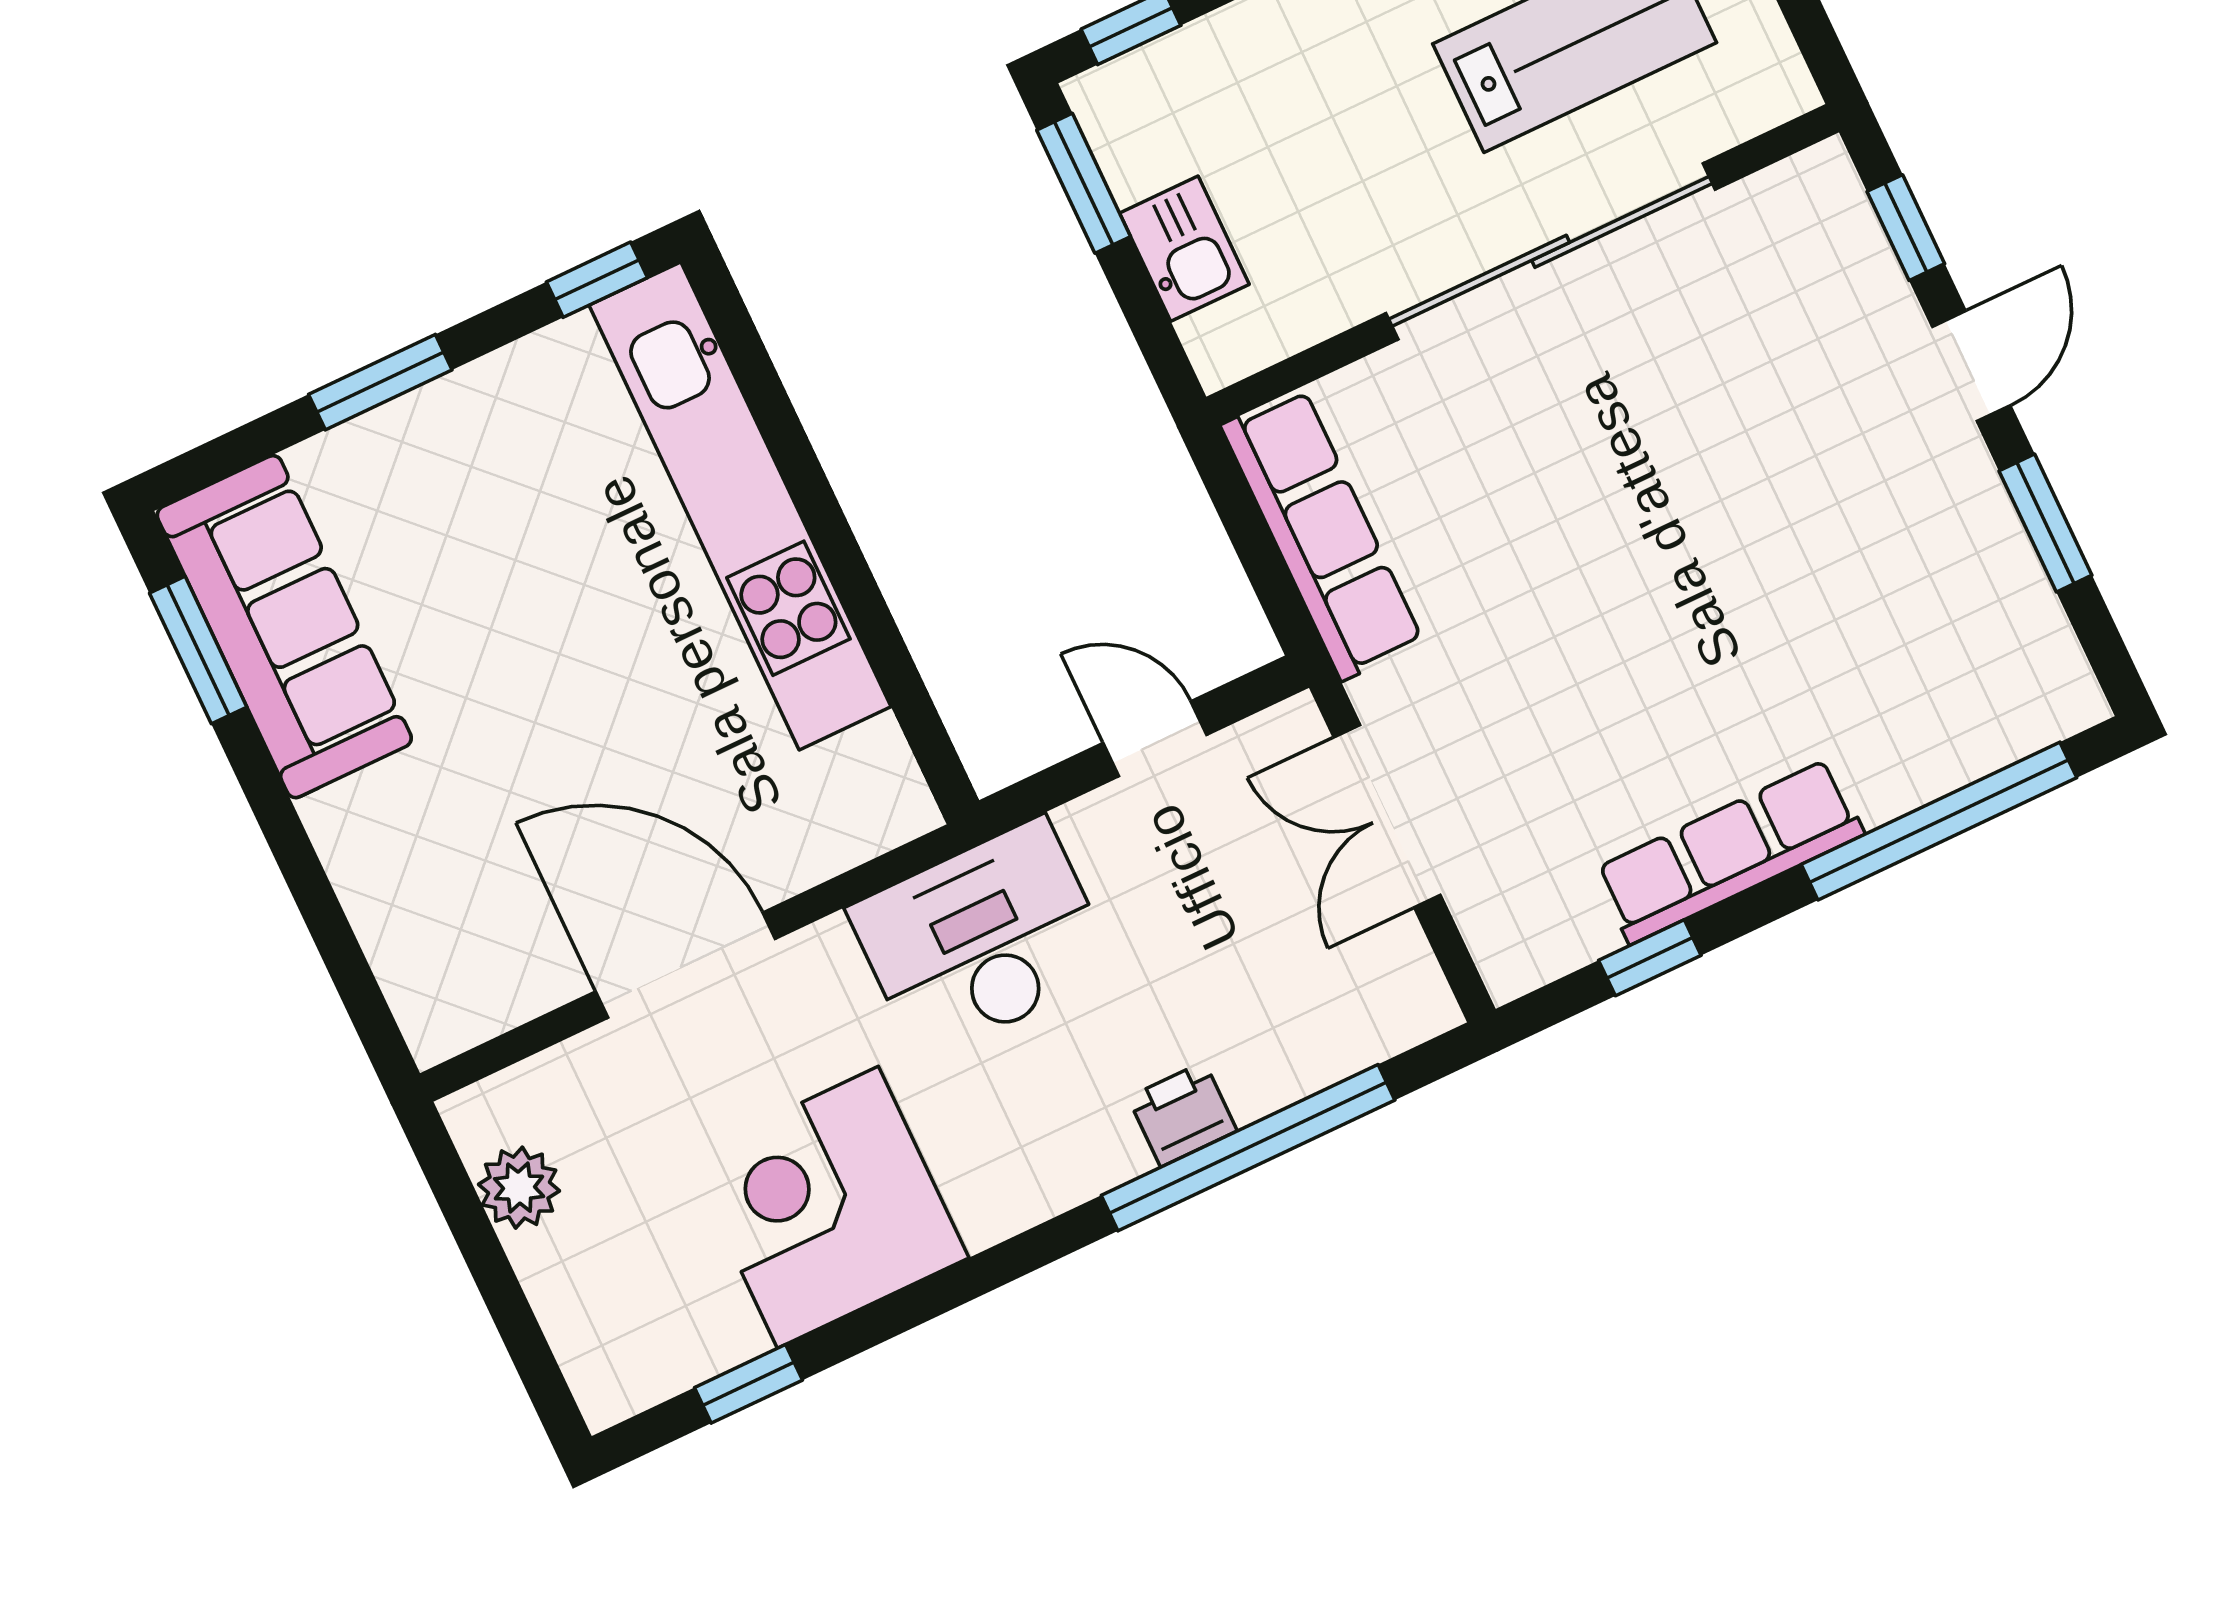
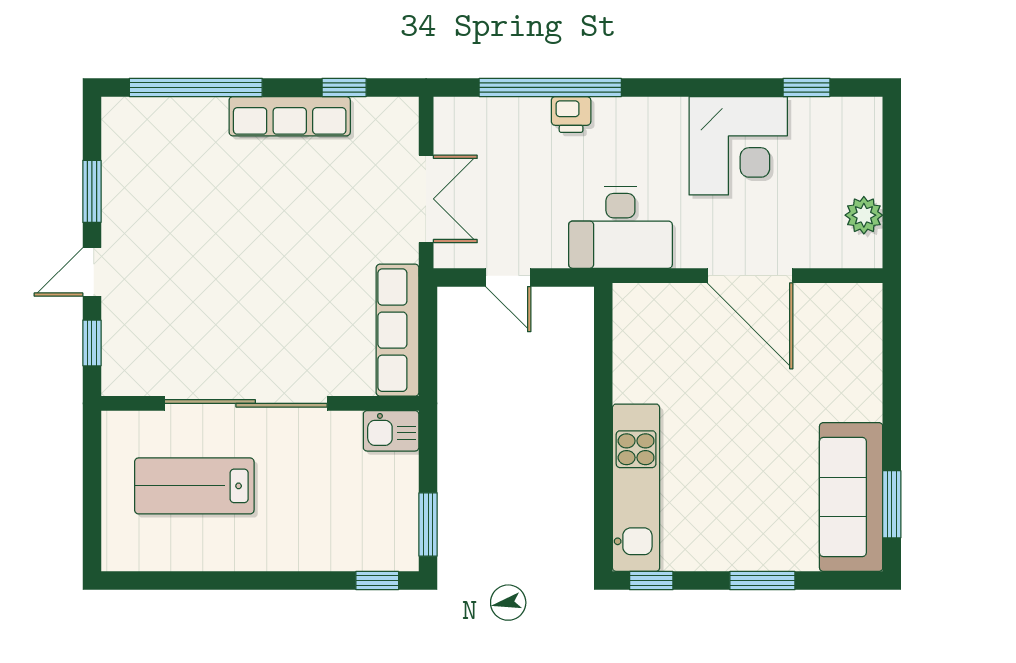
kitchen sink: (1184, 249) -> (391, 431), moved, turned -90
kitchen unit: (740, 506) -> (636, 488), width x0.73

